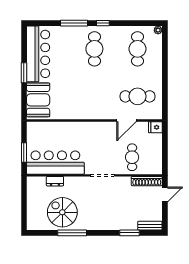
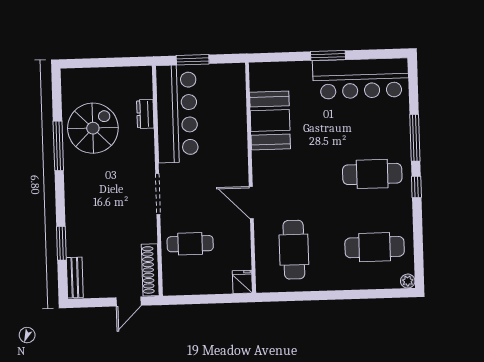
booth: (38, 100) -> (270, 121), moved, turned 90
door: (126, 121) -> (251, 203), moved
door: (165, 194) -> (129, 301), hinge flipped

